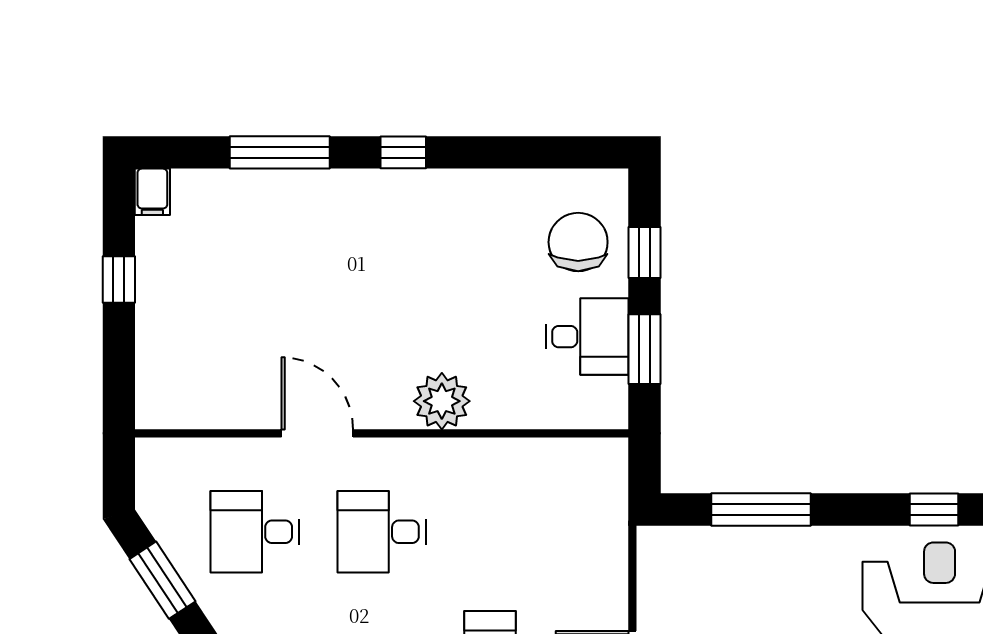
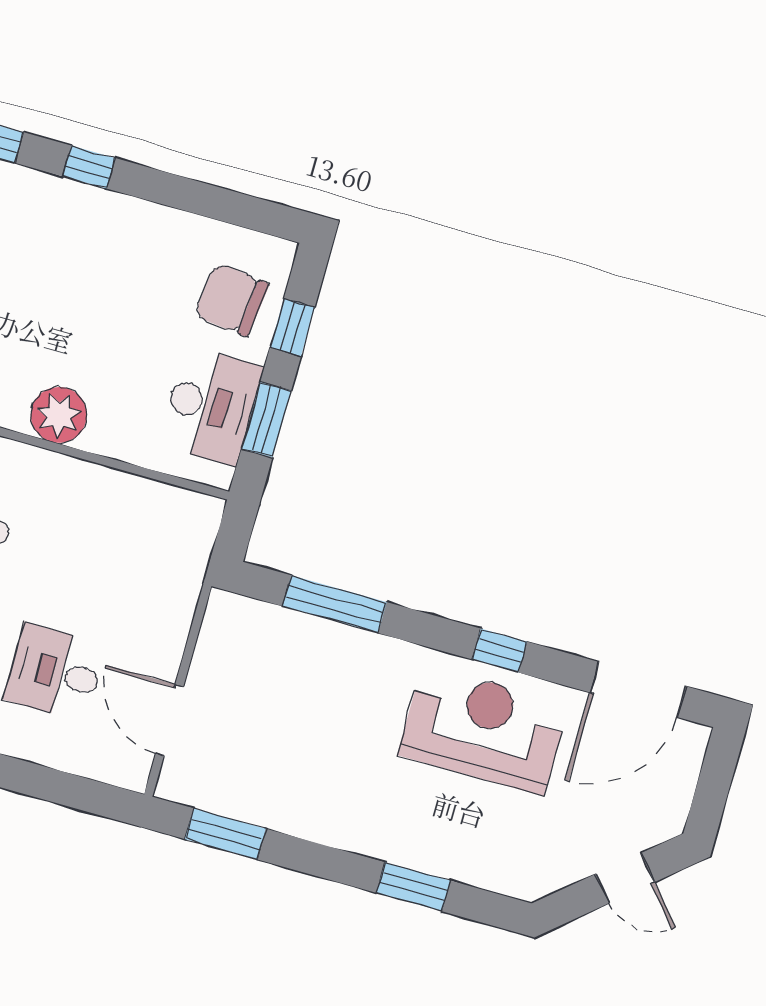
chair: (578, 242) -> (232, 300), turned -83
desk: (587, 337) -> (211, 406), width x1.37

